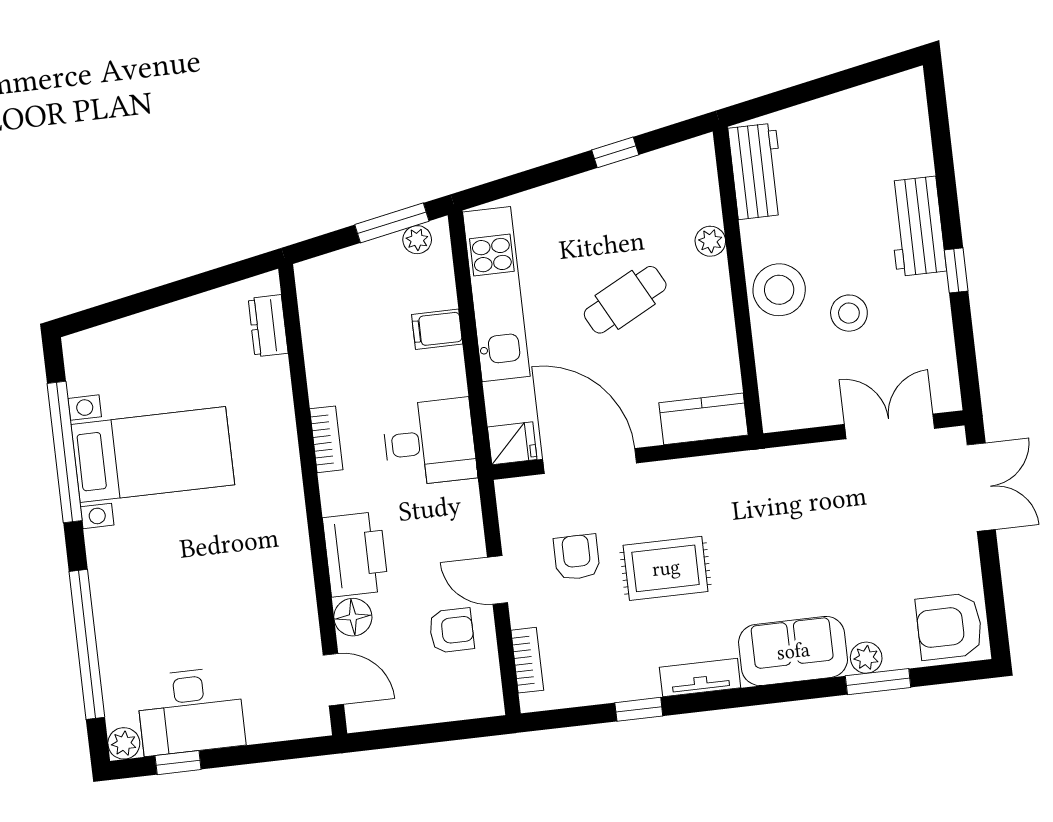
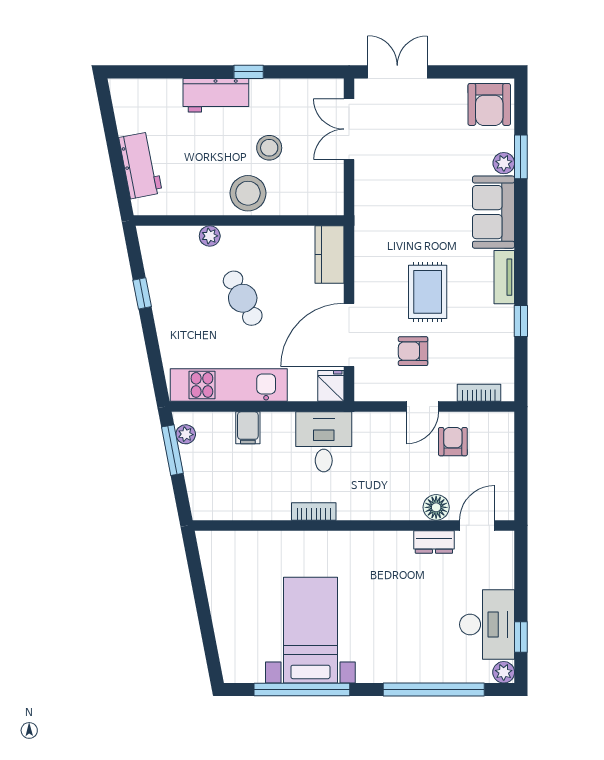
workbench: (757, 171) -> (141, 165), moved, turned 79
dresser: (268, 326) -> (434, 542), moved
printer: (356, 554) -> (394, 501), removed

